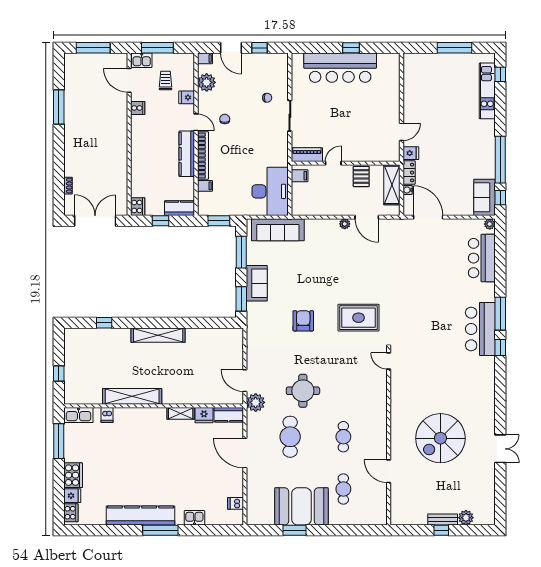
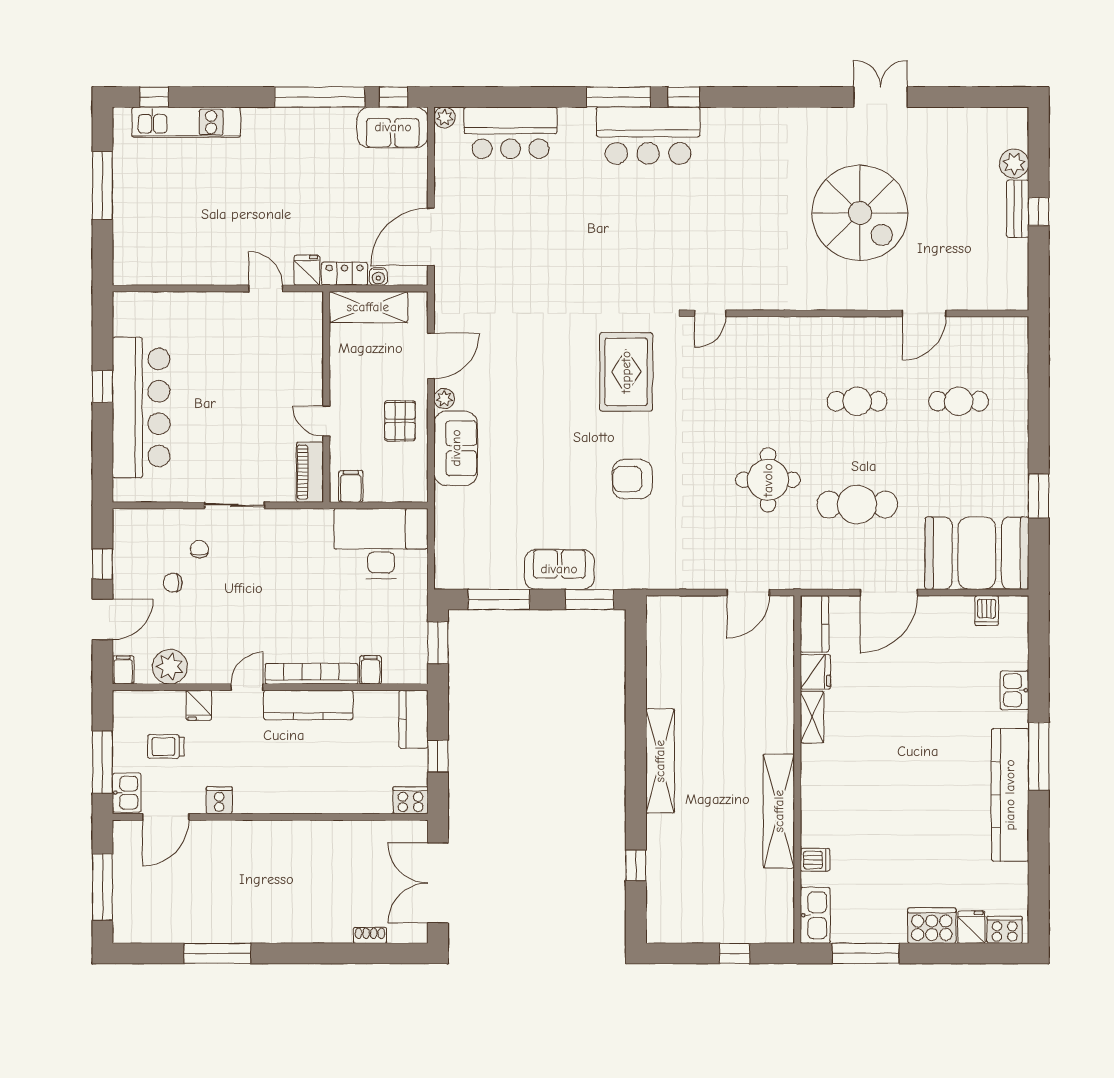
chair: (225, 119) -> (173, 583), moved
pallet: (361, 176) -> (400, 421), moved, turned 90
sofa: (278, 230) -> (456, 448), moved, width x0.73
plant: (256, 402) -> (791, 572), removed
booth: (301, 506) -> (977, 553), moved, turned 90

